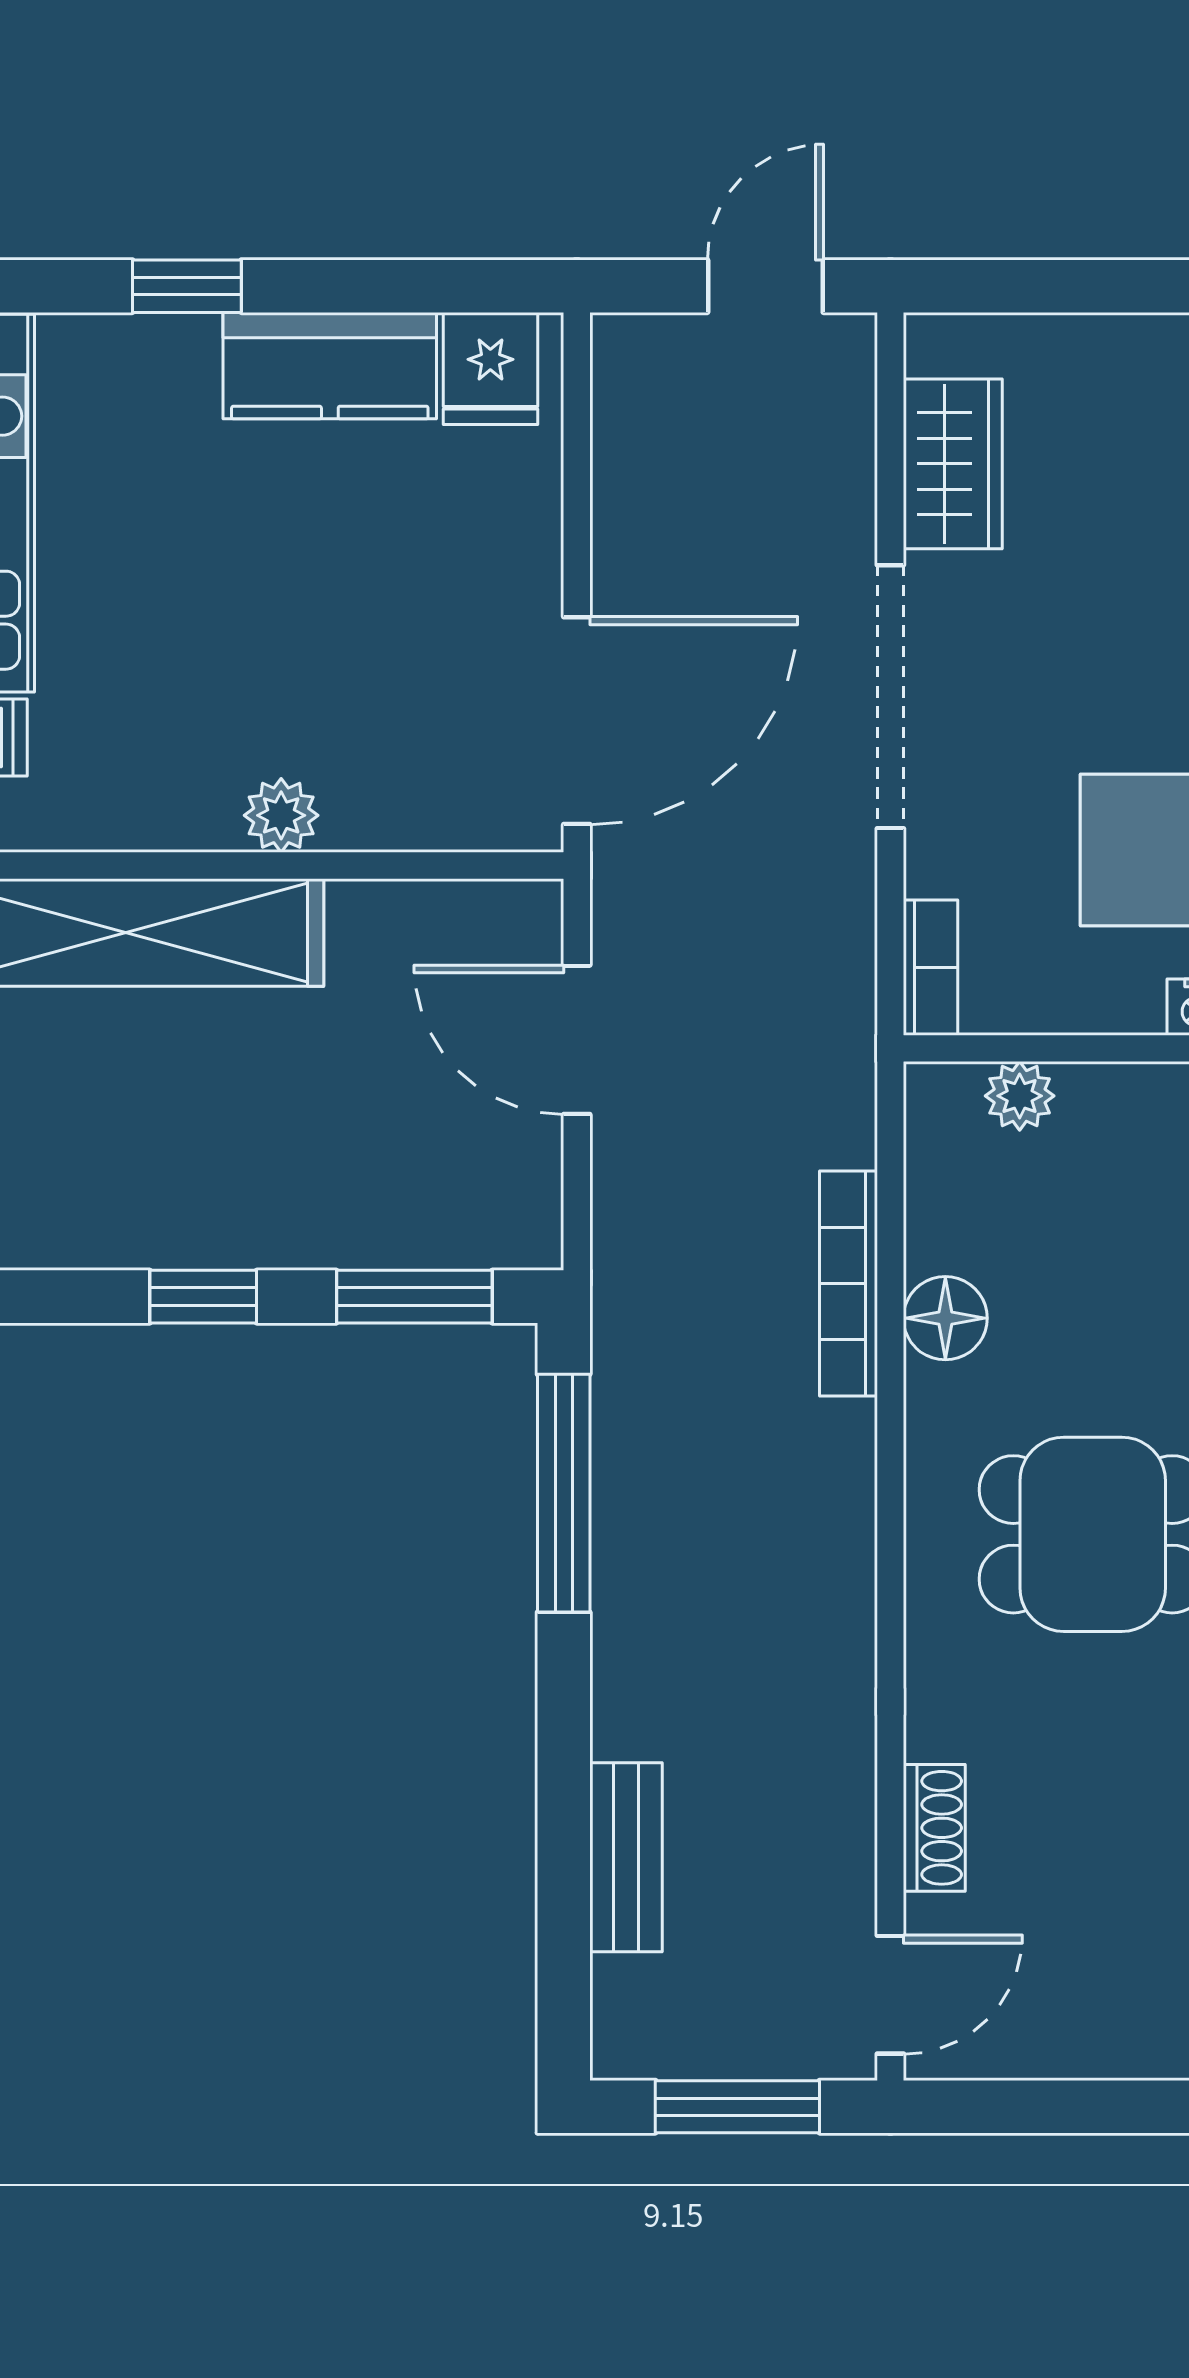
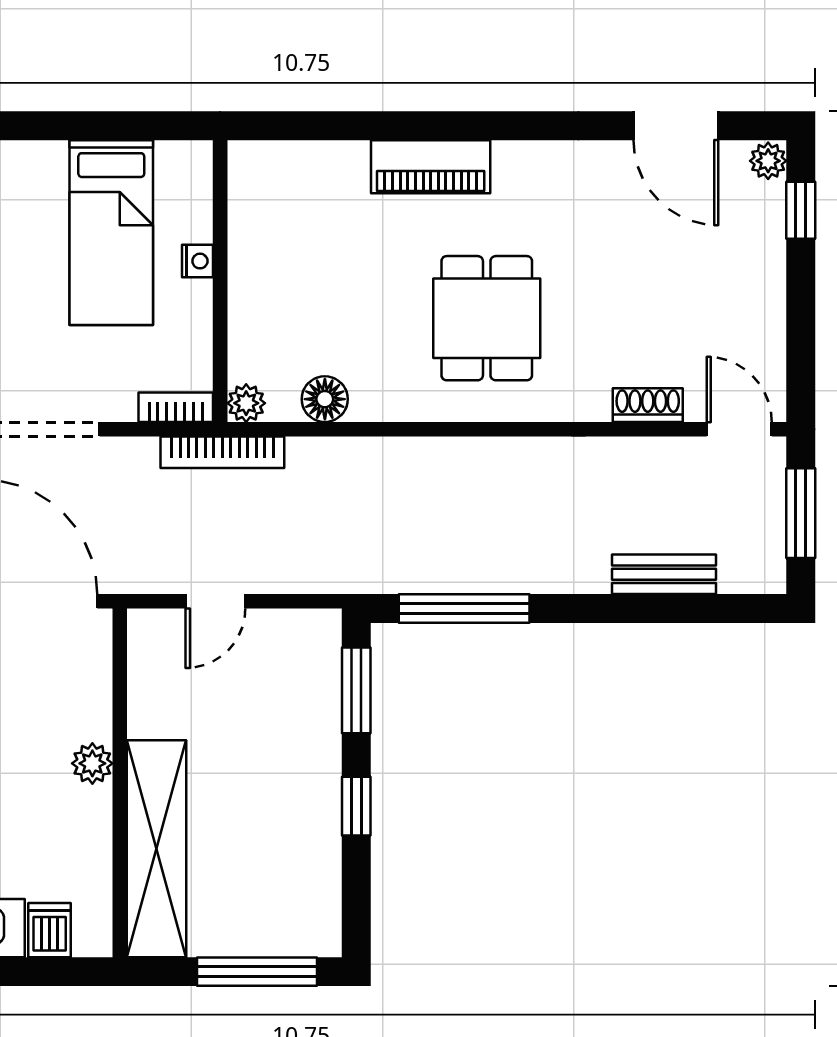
door: (577, 1040) -> (215, 601), width x0.73
plant: (1020, 1096) -> (246, 403), moved
bookcase: (848, 1283) -> (222, 452), moved
floor lamp: (945, 1318) -> (325, 399), moved

